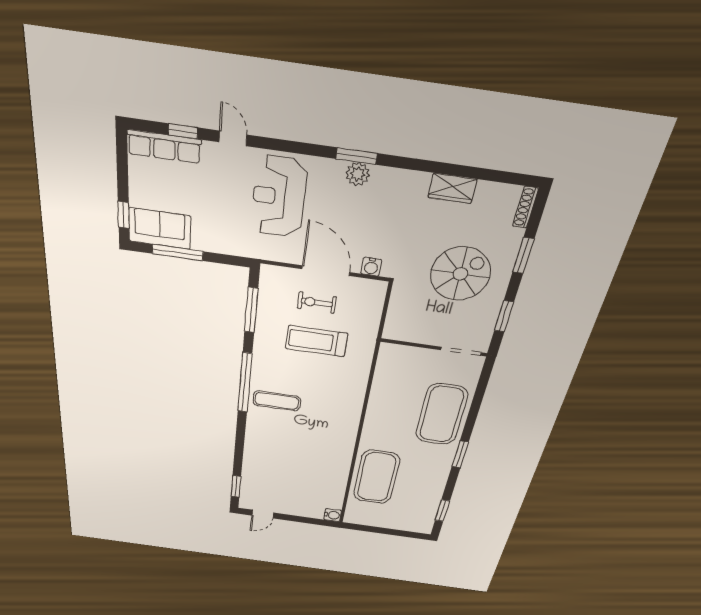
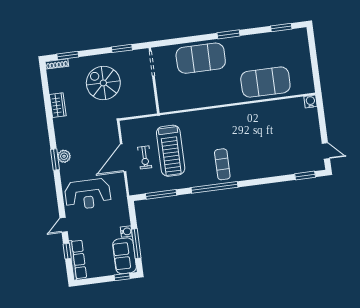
window: (523, 255) -> (68, 56), moved
water cooler: (371, 267) -> (126, 232), moved
treadmill: (317, 341) -> (171, 151), width x1.37, depth x1.38

